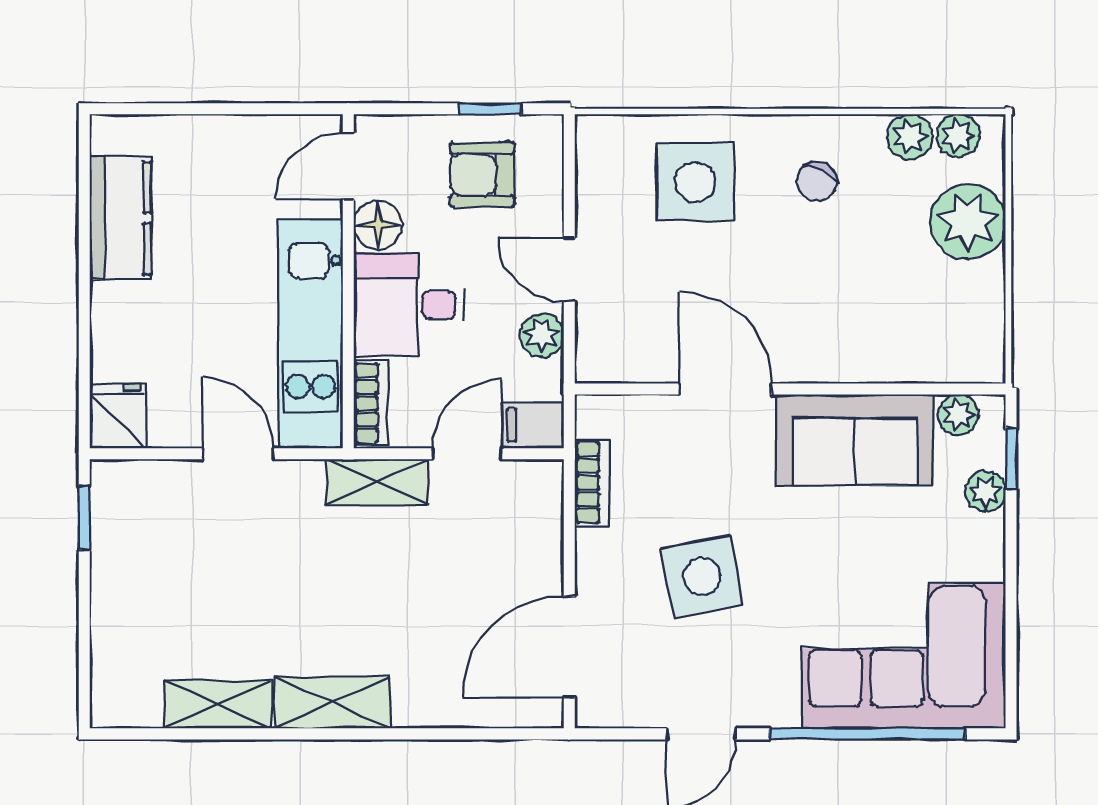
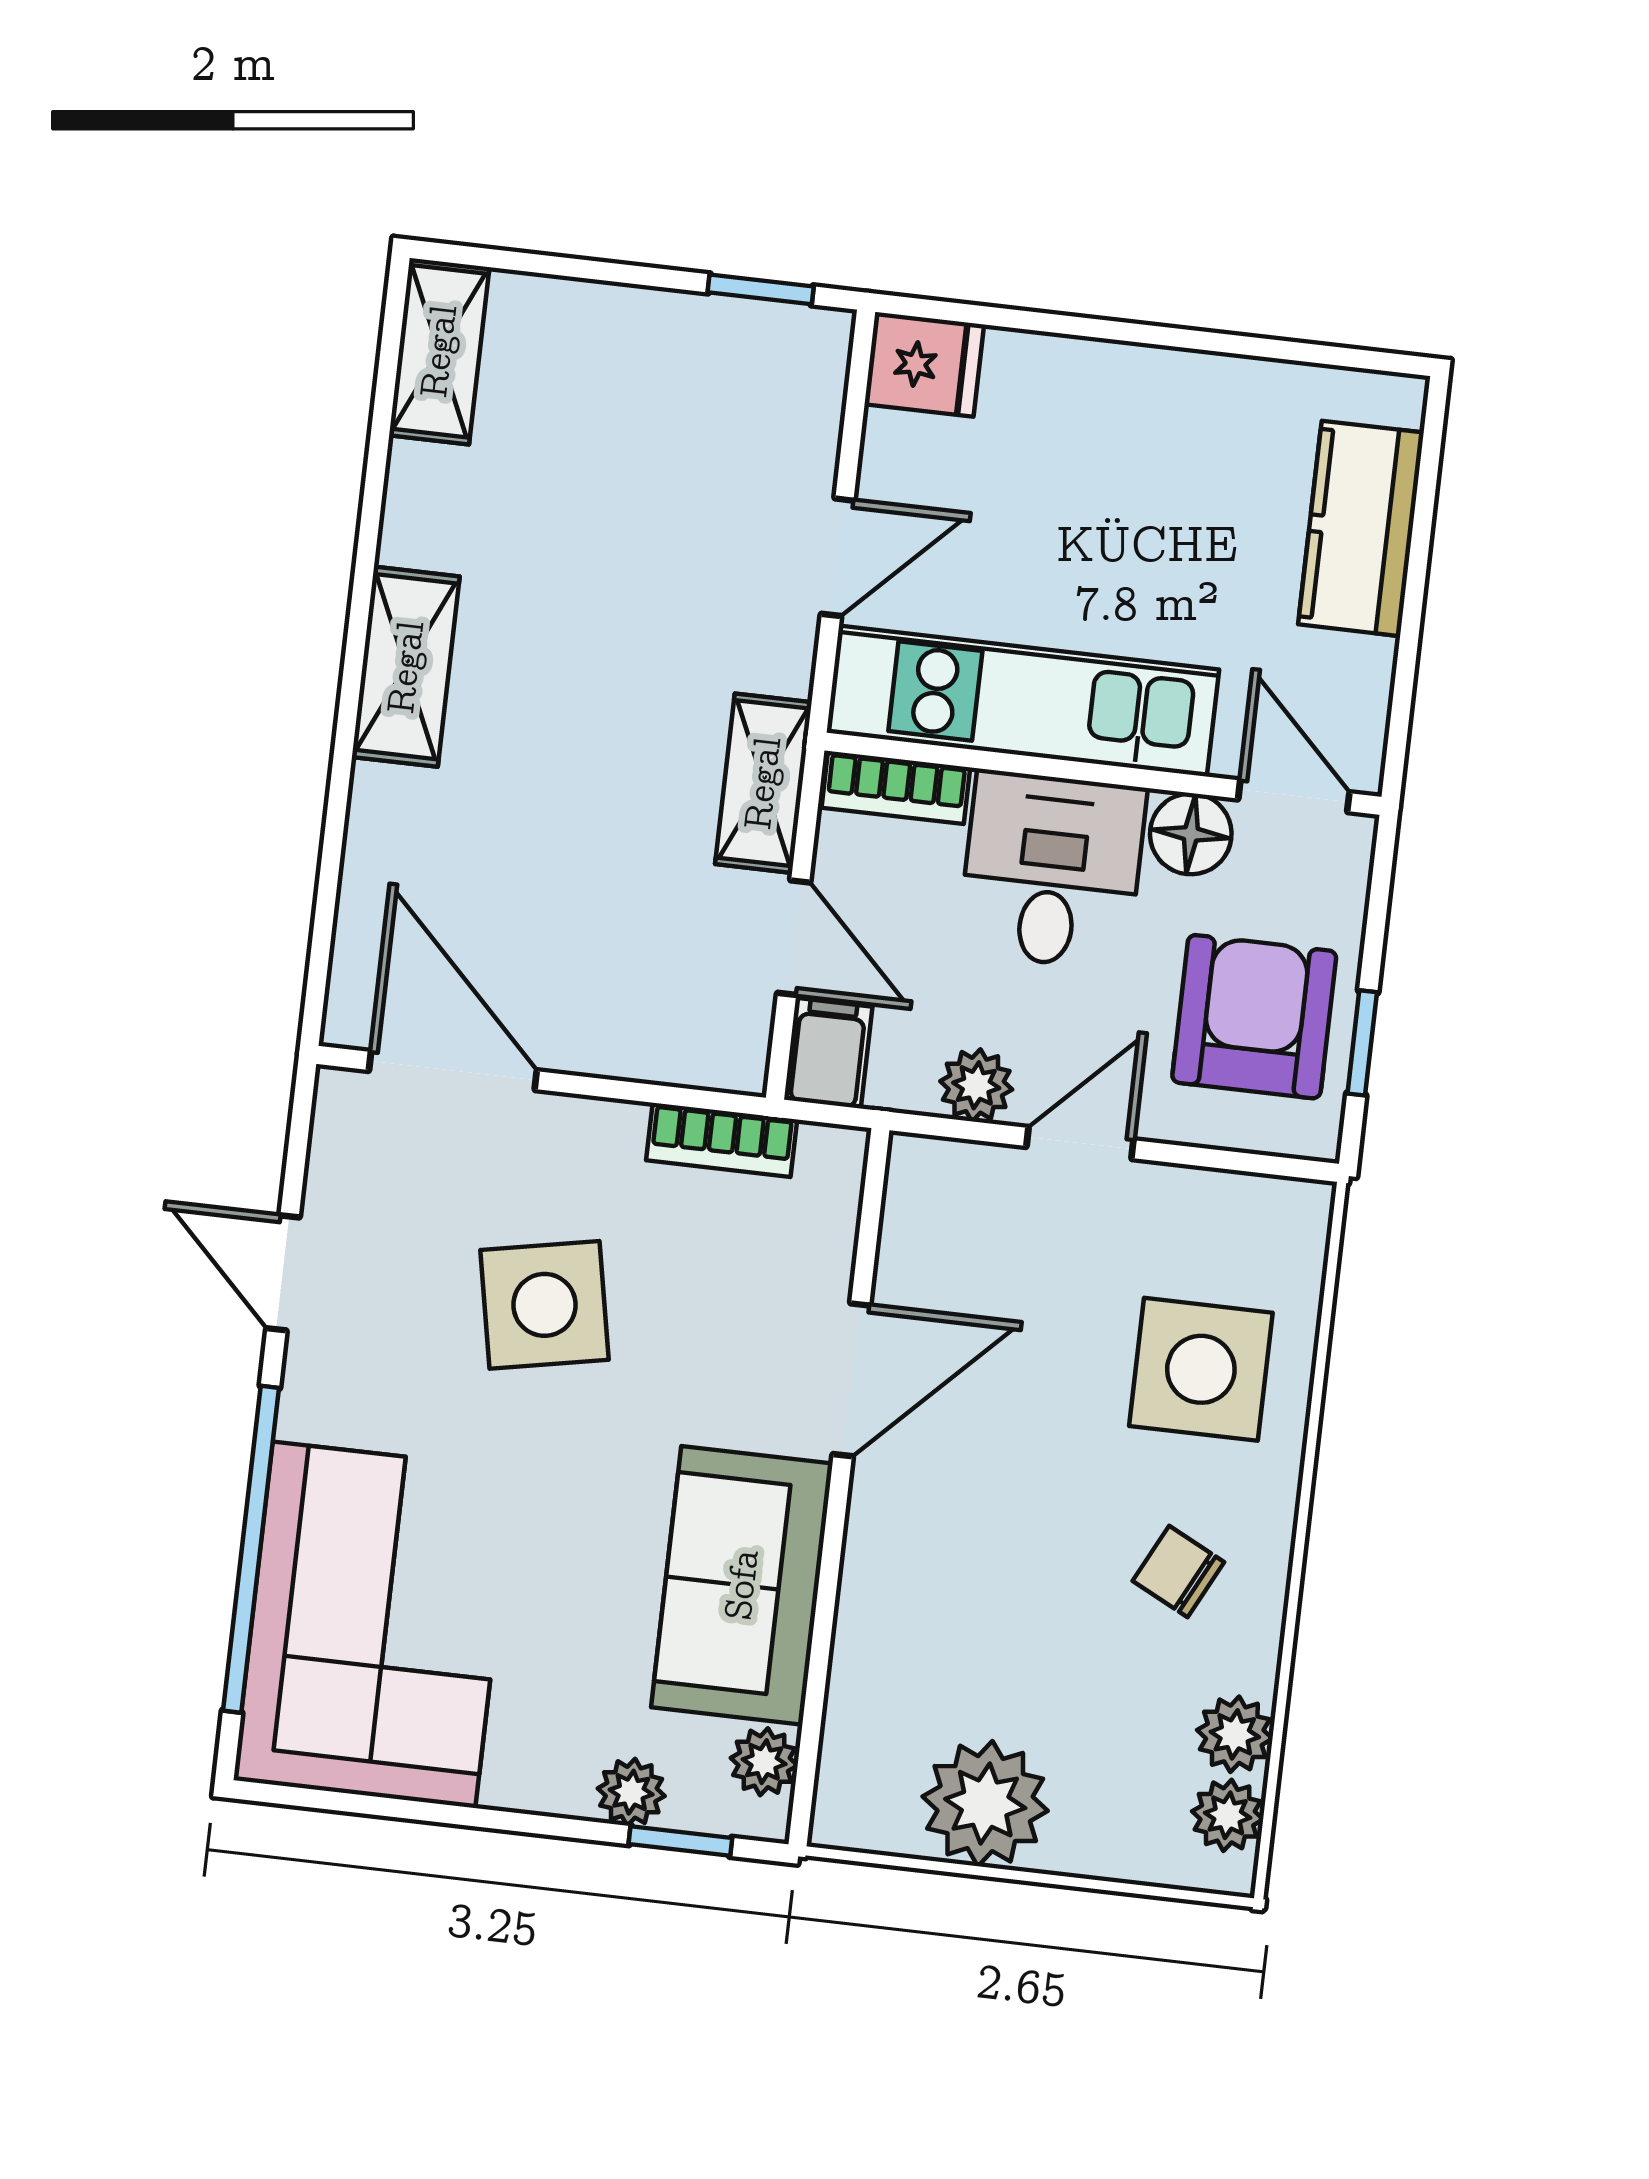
armchair: (482, 175) -> (1254, 1017), width x1.38, depth x1.38
kitchen counter: (120, 218) -> (1361, 528), moved, turned 90
plant: (968, 222) -> (985, 1804), moved
shelving: (217, 704) -> (439, 351), moved

